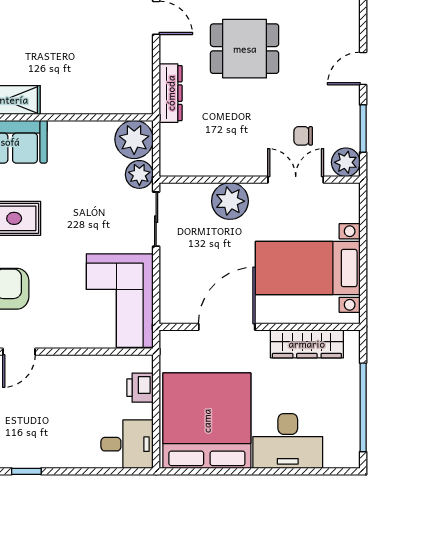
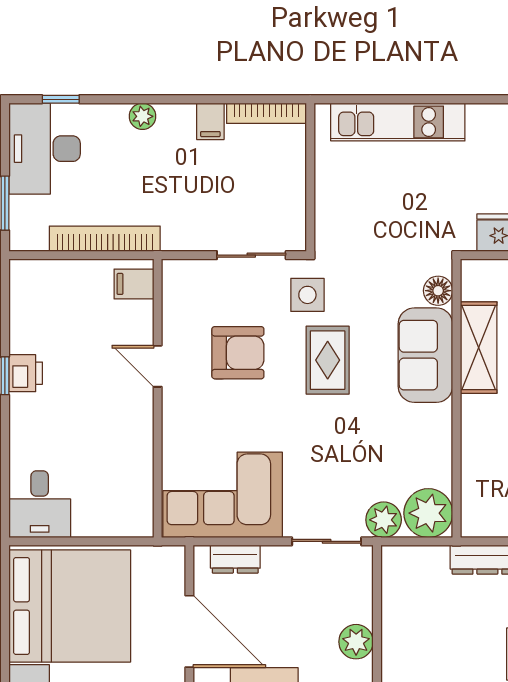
plant: (230, 201) -> (356, 642), width x0.73, depth x0.73
dresser: (170, 291) -> (235, 559), added
printer: (140, 388) -> (26, 373), moved, turned 90

